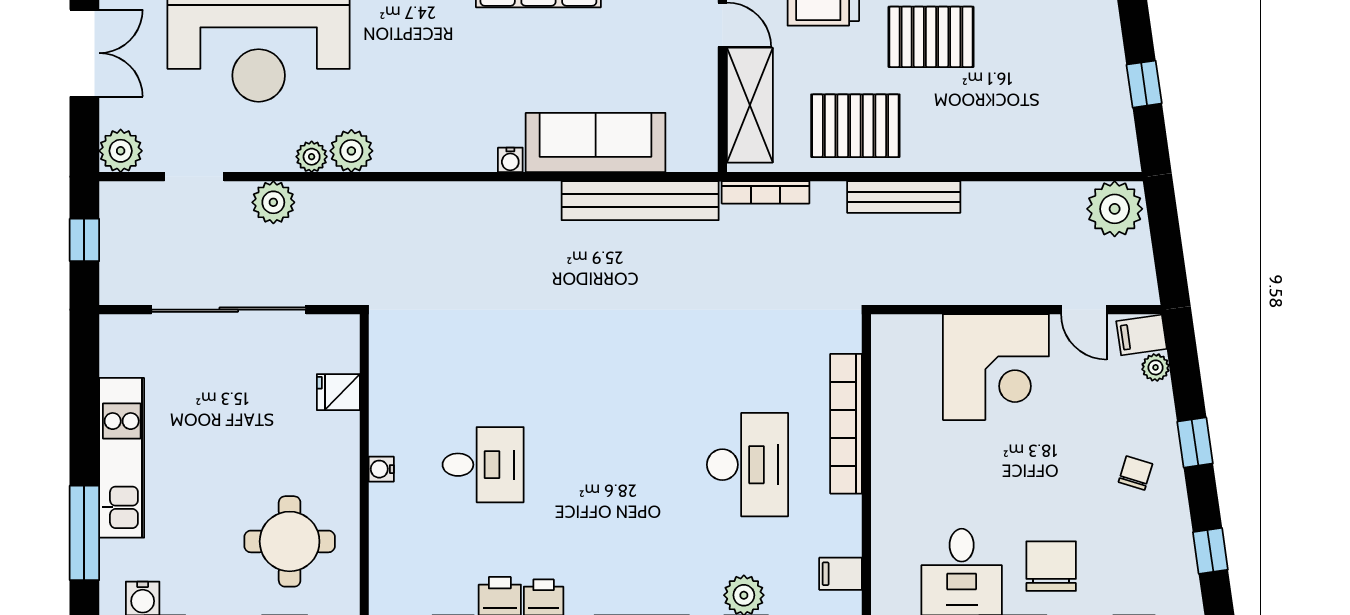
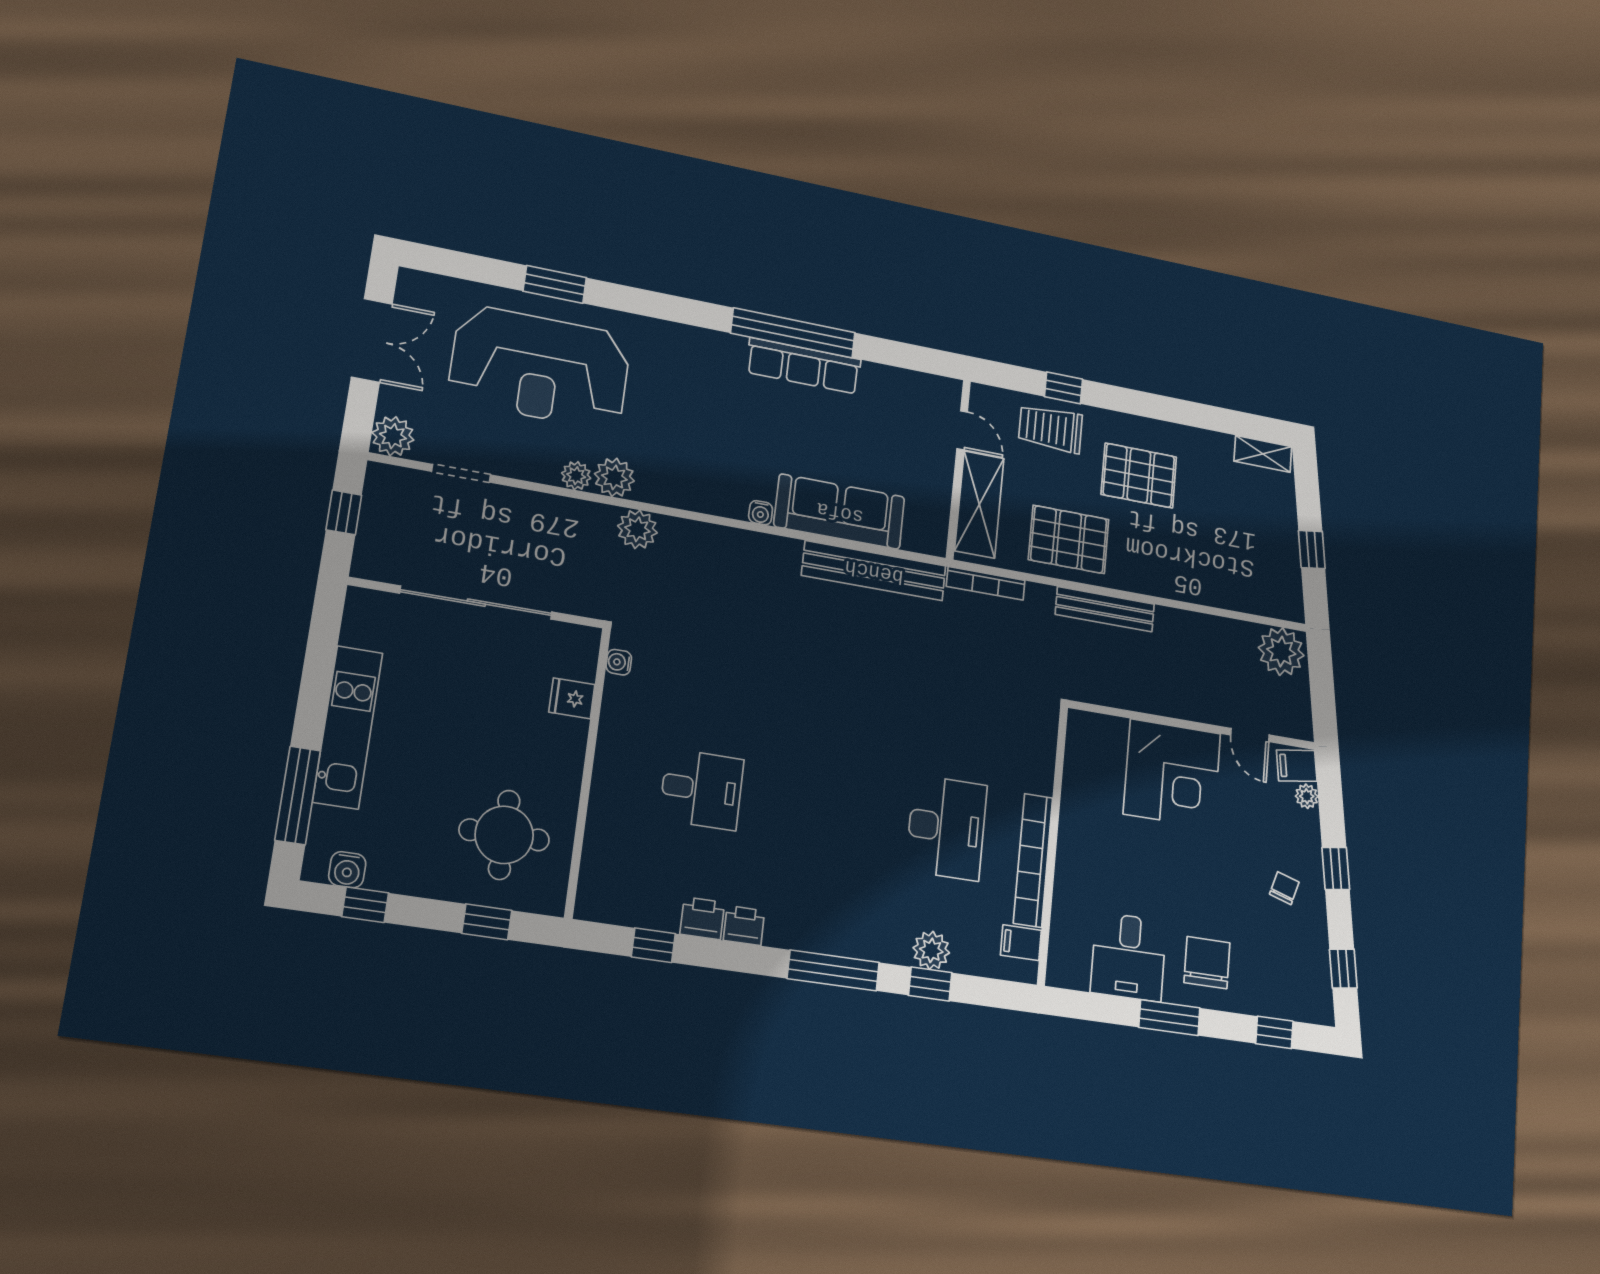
plant: (273, 202) -> (637, 529), moved
bookcase: (846, 424) -> (1033, 860), moved
water cooler: (381, 469) -> (619, 662), moved

